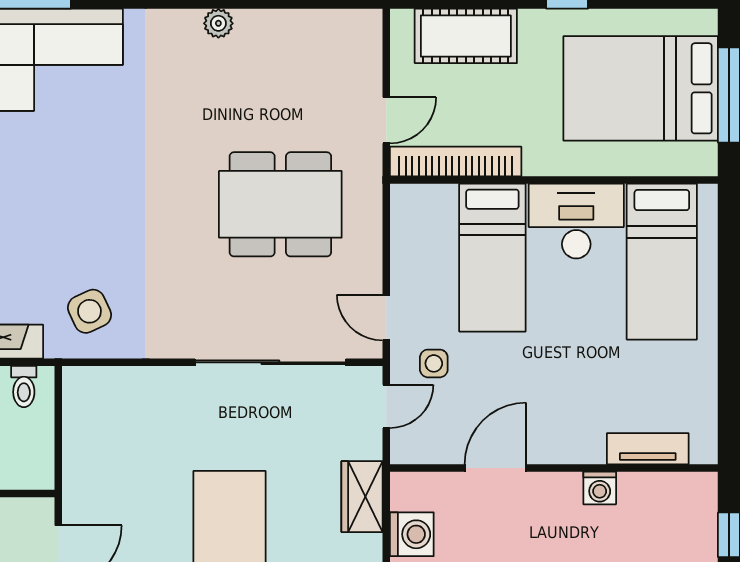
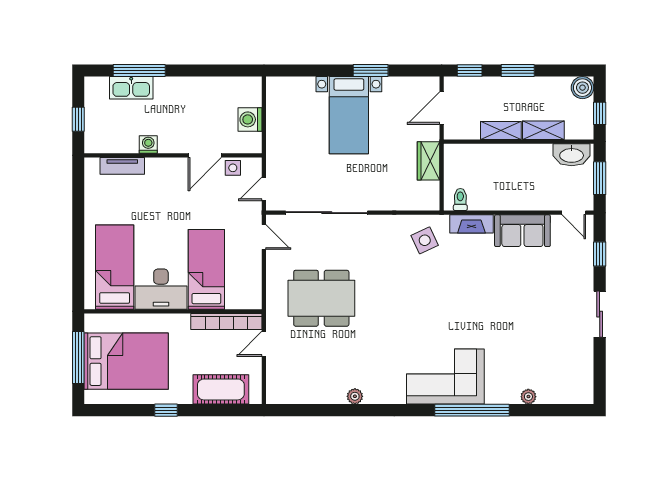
side table: (434, 363) -> (233, 168), moved
wardrobe: (362, 497) -> (429, 161), moved, turned 180

